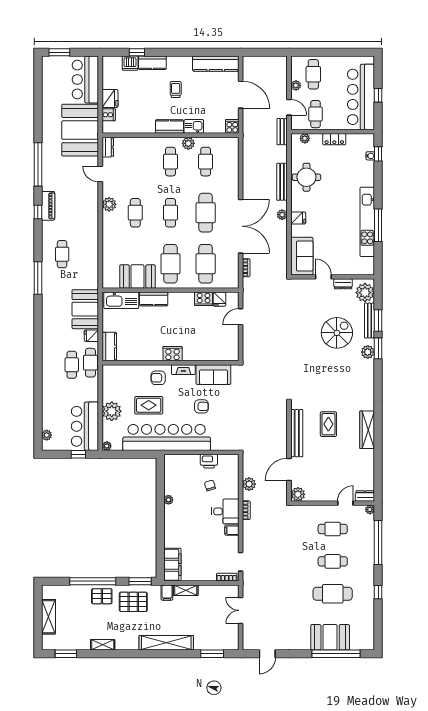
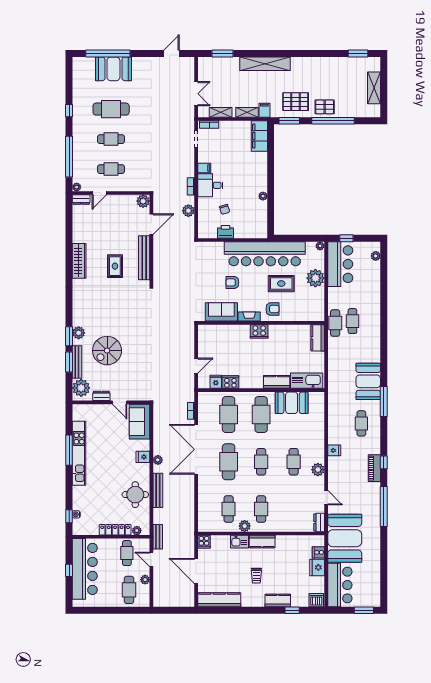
dishwasher: (130, 63) -> (316, 600), moved
locker: (334, 139) -> (115, 530), width x1.53
booth: (85, 309) -> (368, 381), moved
fridge: (91, 336) -> (334, 450), moved
shelving: (103, 645) -> (221, 112), moved

